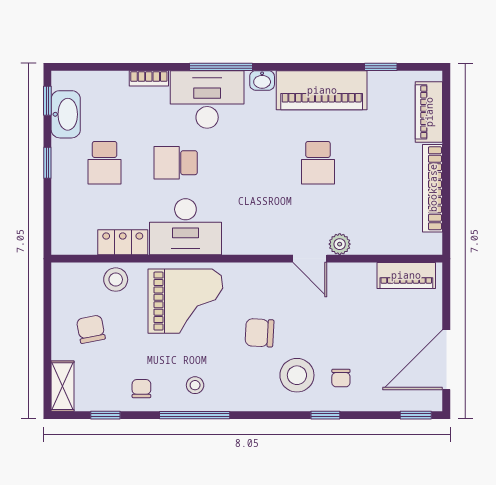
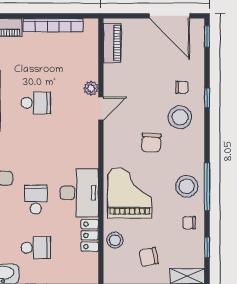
school desk: (176, 163) -> (36, 199), turned 180
stool: (195, 385) -> (187, 186), width x1.89, depth x1.89

